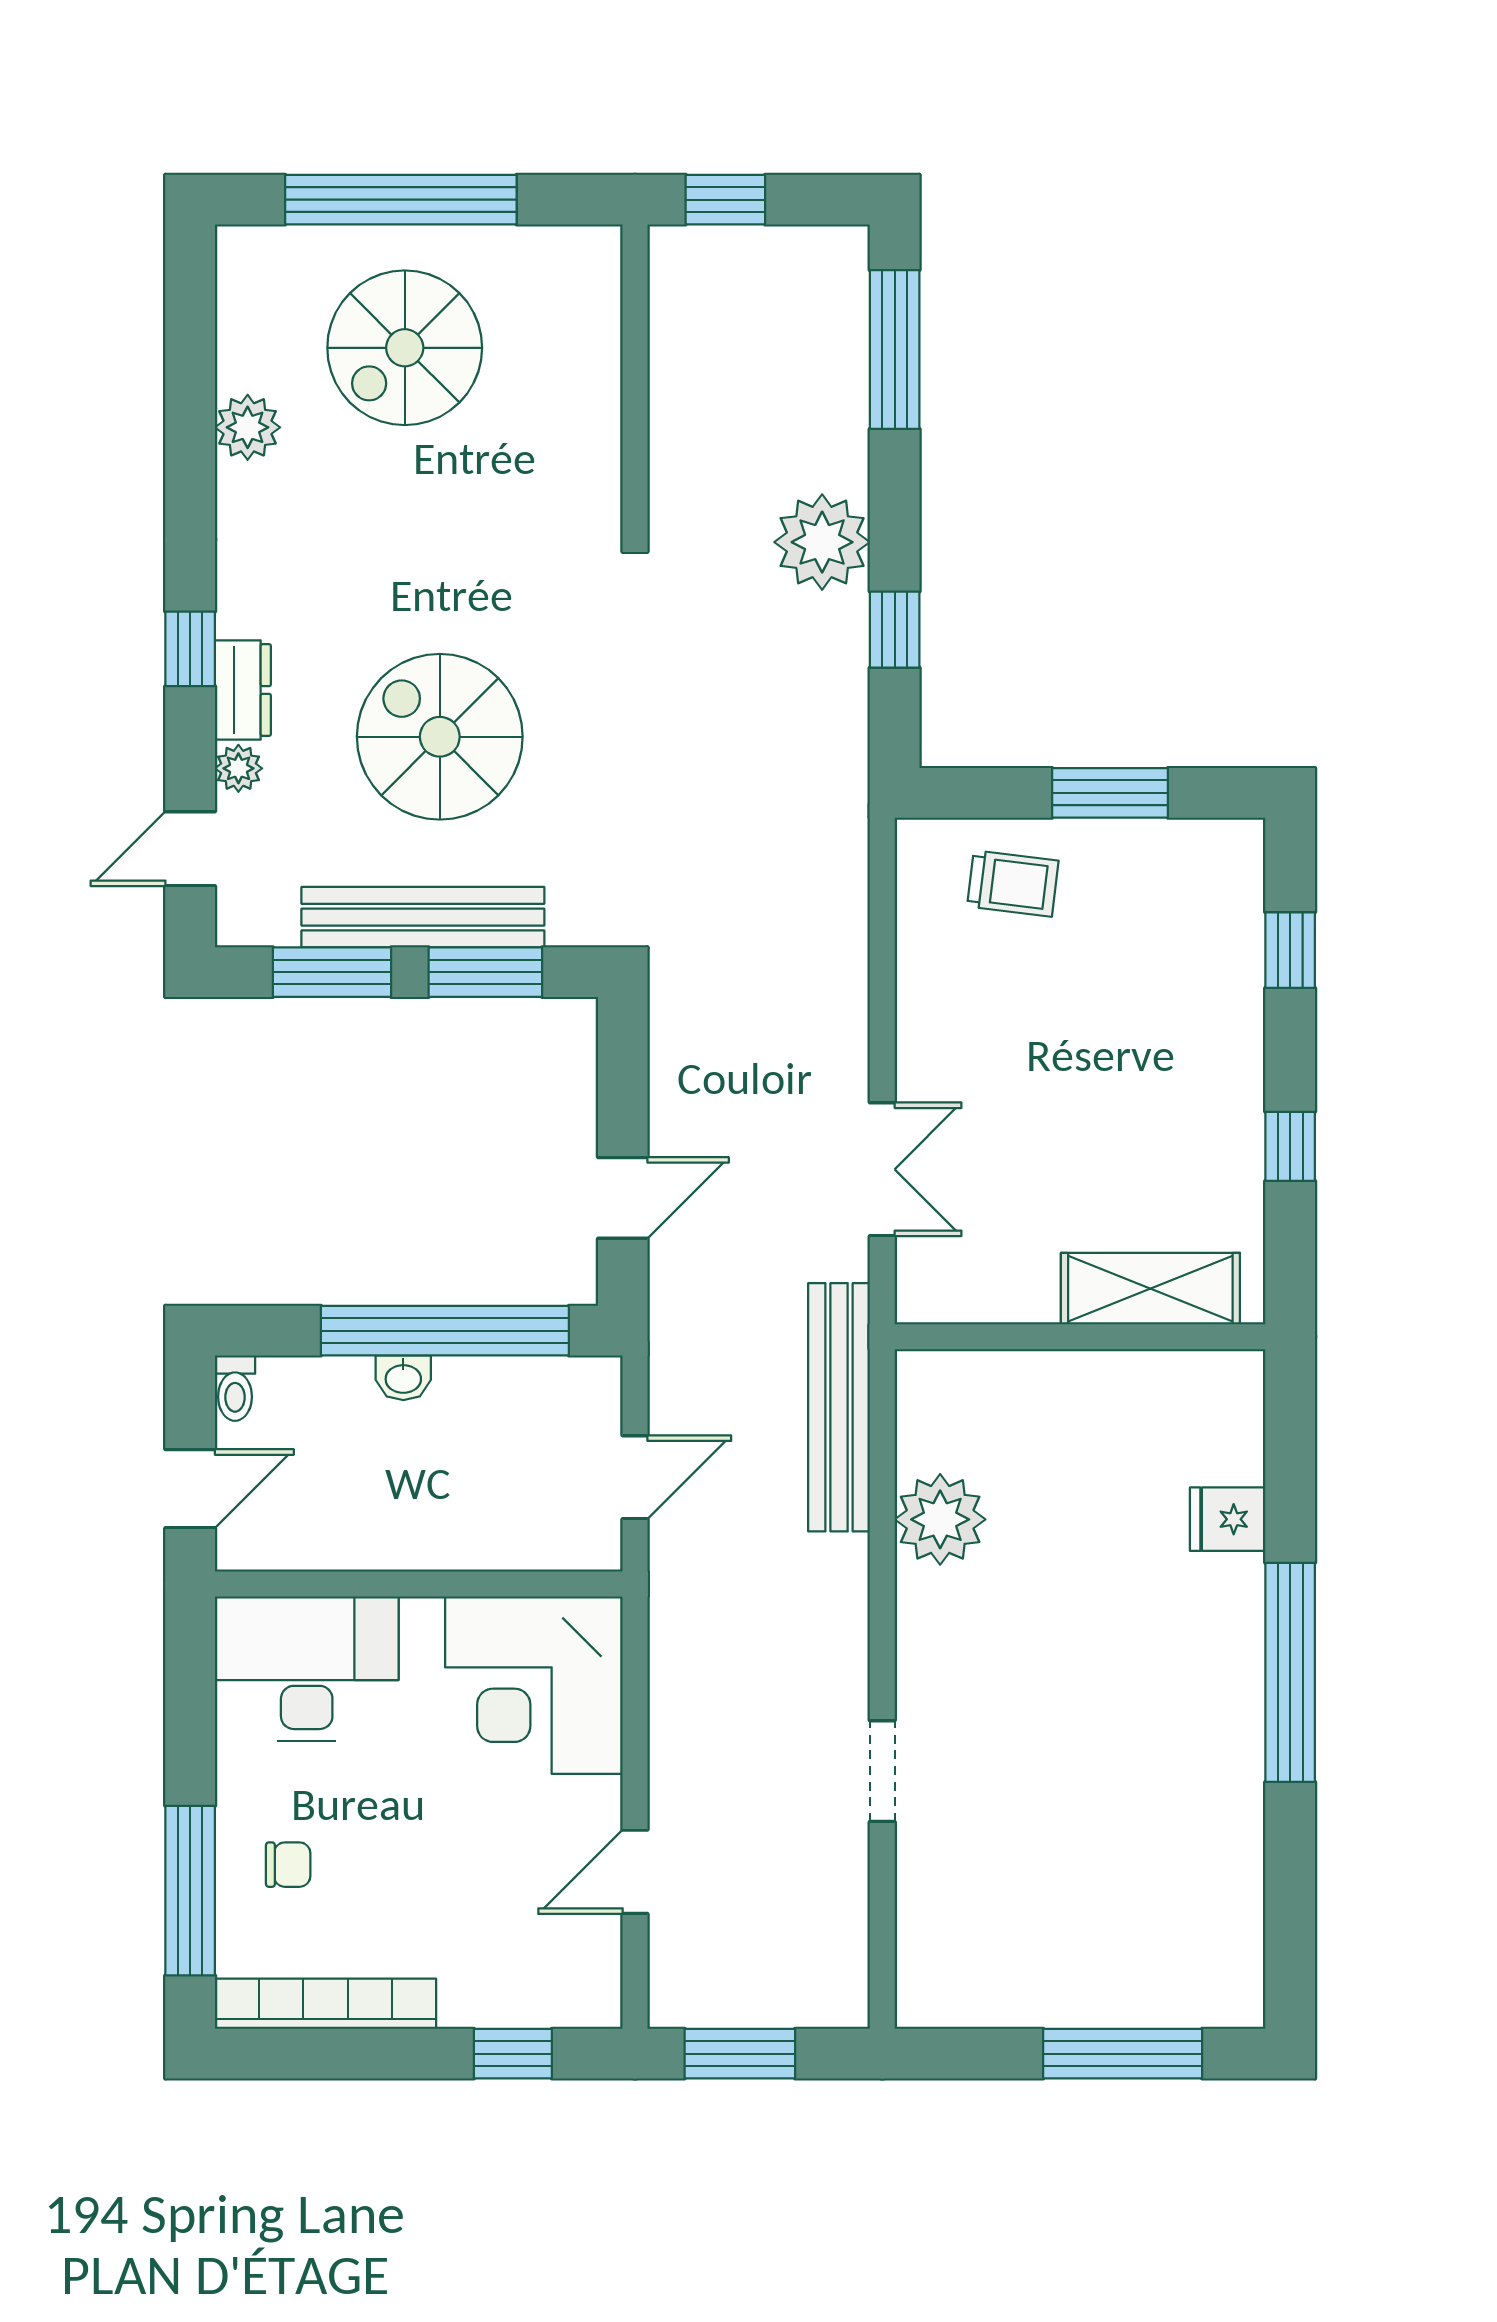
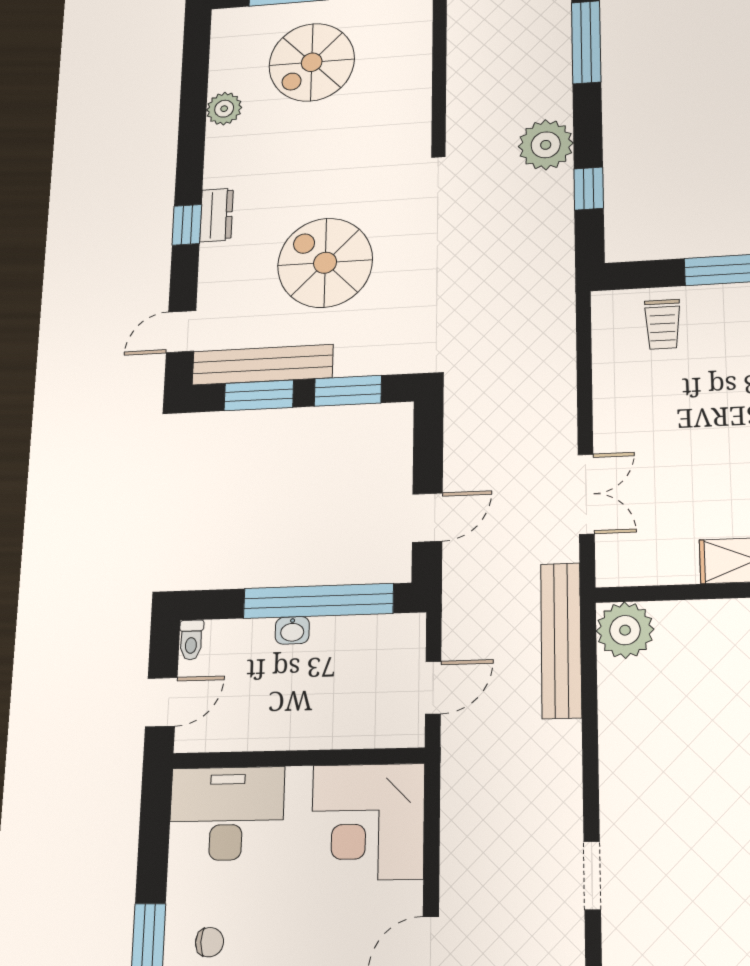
dresser: (243, 690) -> (216, 215), moved
plant: (238, 768) -> (211, 287), removed
trolley: (1013, 884) -> (663, 324), turned 83
bench: (423, 917) -> (262, 365), moved
plant: (940, 1519) -> (625, 630), moved

